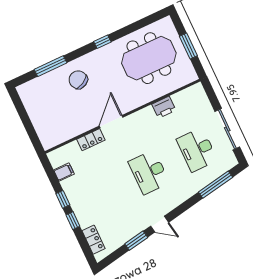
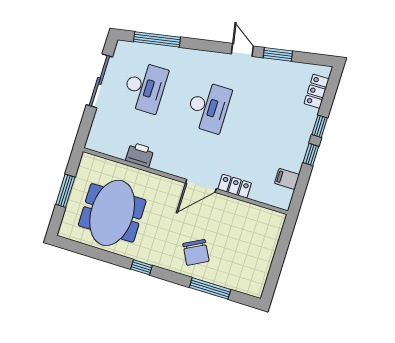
meeting table: (149, 58) -> (112, 213), turned 90

